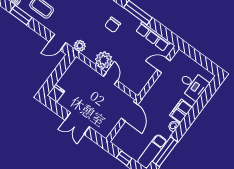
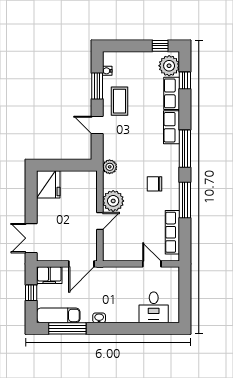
door: (58, 42) -> (97, 125), moved
fridge: (56, 93) -> (48, 184), width x1.88, depth x1.34
filing cabinet: (181, 111) -> (49, 275), moved, turned 180
double door: (77, 123) -> (31, 238), moved

